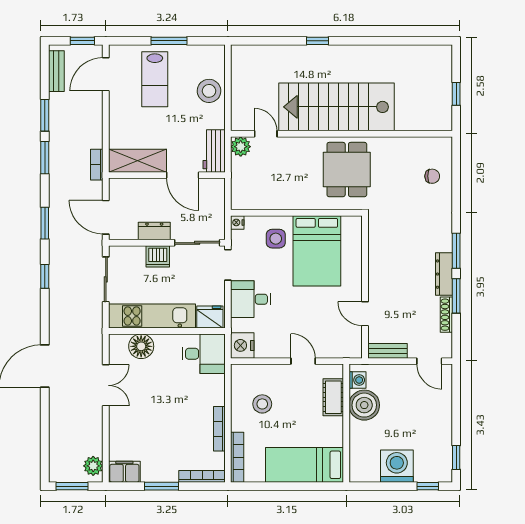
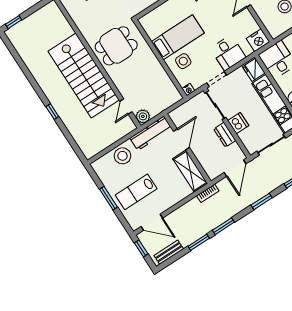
lab bench: (155, 79) -> (136, 192), turned 180
window: (456, 94) -> (14, 22), moved
workbench: (214, 151) -> (151, 133), width x1.38
bed: (317, 251) -> (178, 37), width x0.67

